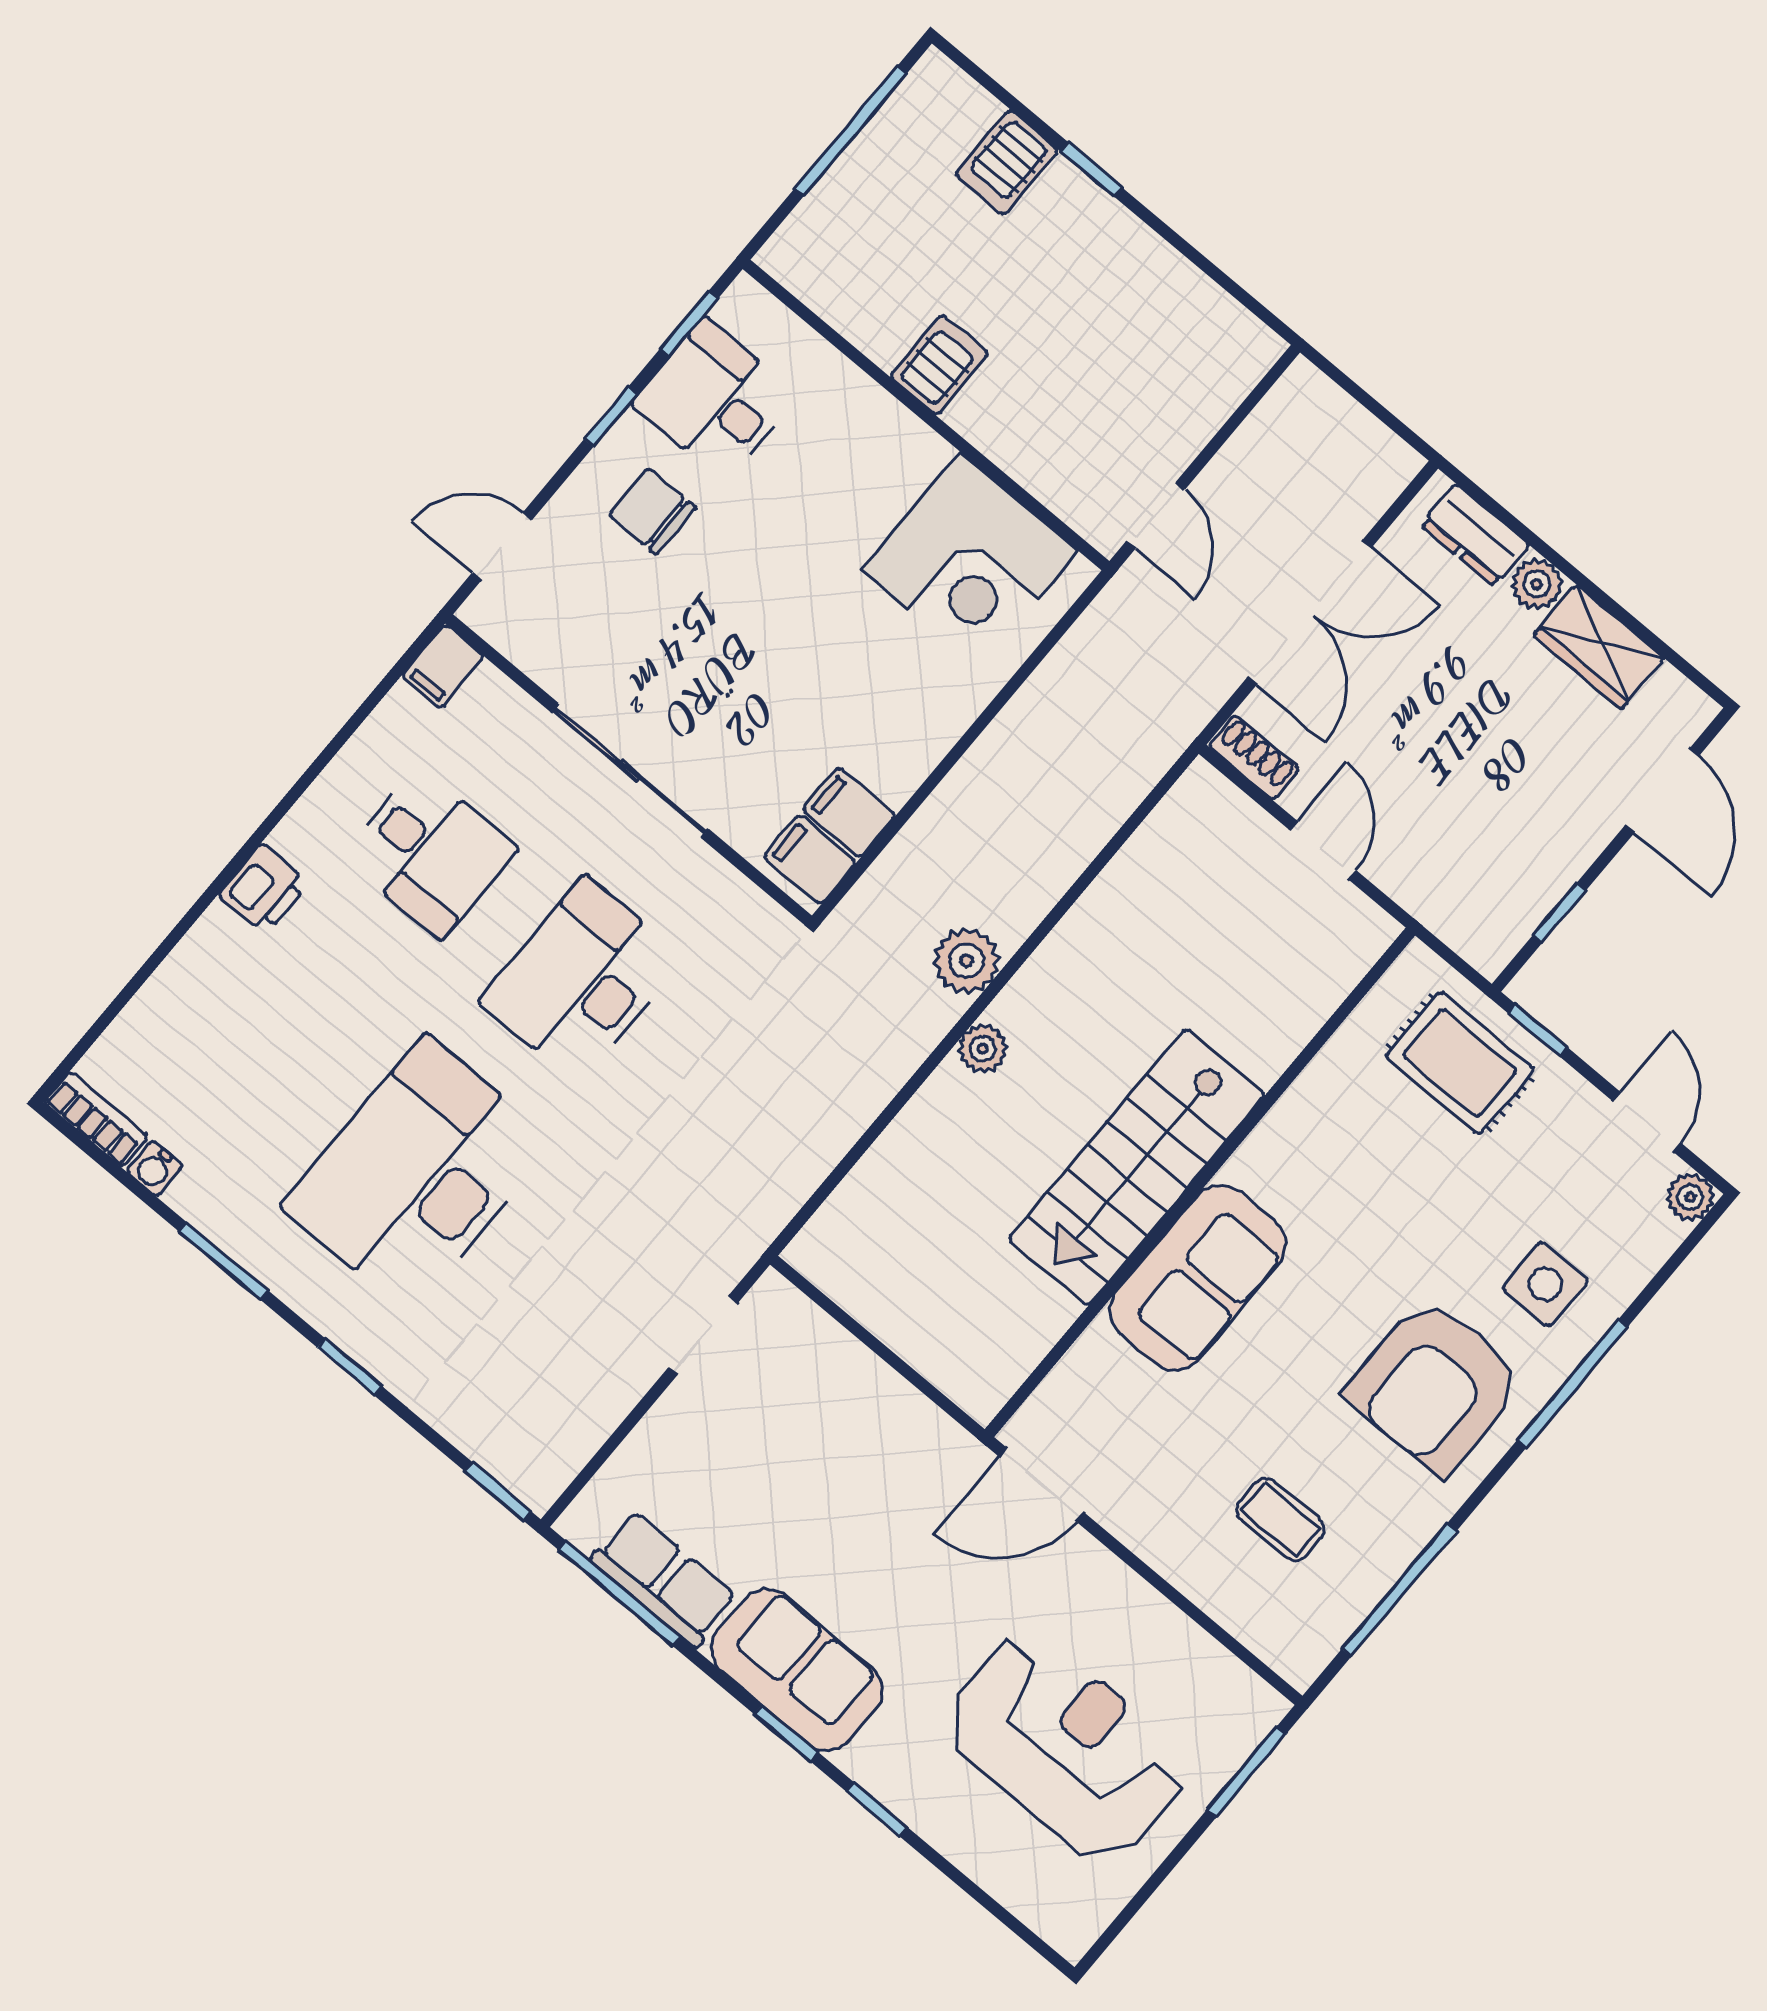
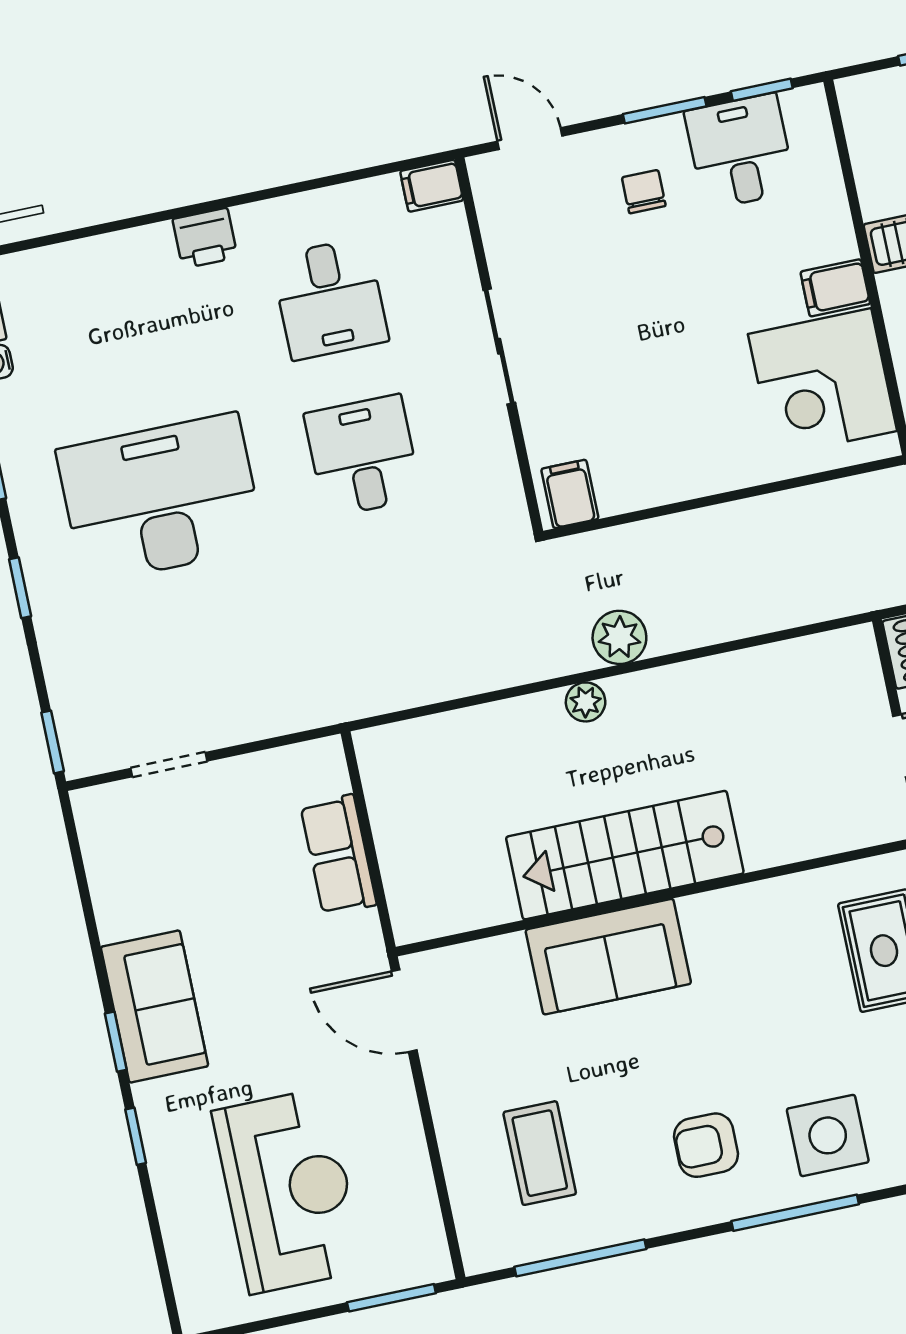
window: (611, 417) -> (665, 110), width x1.50
chair: (652, 511) -> (644, 192), width x0.73, depth x0.73
sliding door: (630, 771) -> (499, 346), width x0.73
filing cabinet: (849, 812) -> (835, 288), moved, turned -90
desk: (581, 980) -> (363, 456), width x0.73
side table: (1545, 1284) -> (828, 1135), width x1.37, depth x1.37
doorway: (703, 1335) -> (169, 765), moved
armchair: (1435, 1386) -> (706, 1145), width x0.53, depth x0.53
coffee table: (1280, 1519) -> (540, 1153), width x1.36, depth x1.30
row of seats: (664, 1579) -> (338, 855), moved, turned 180
window: (619, 1593) -> (79, 868), removed

